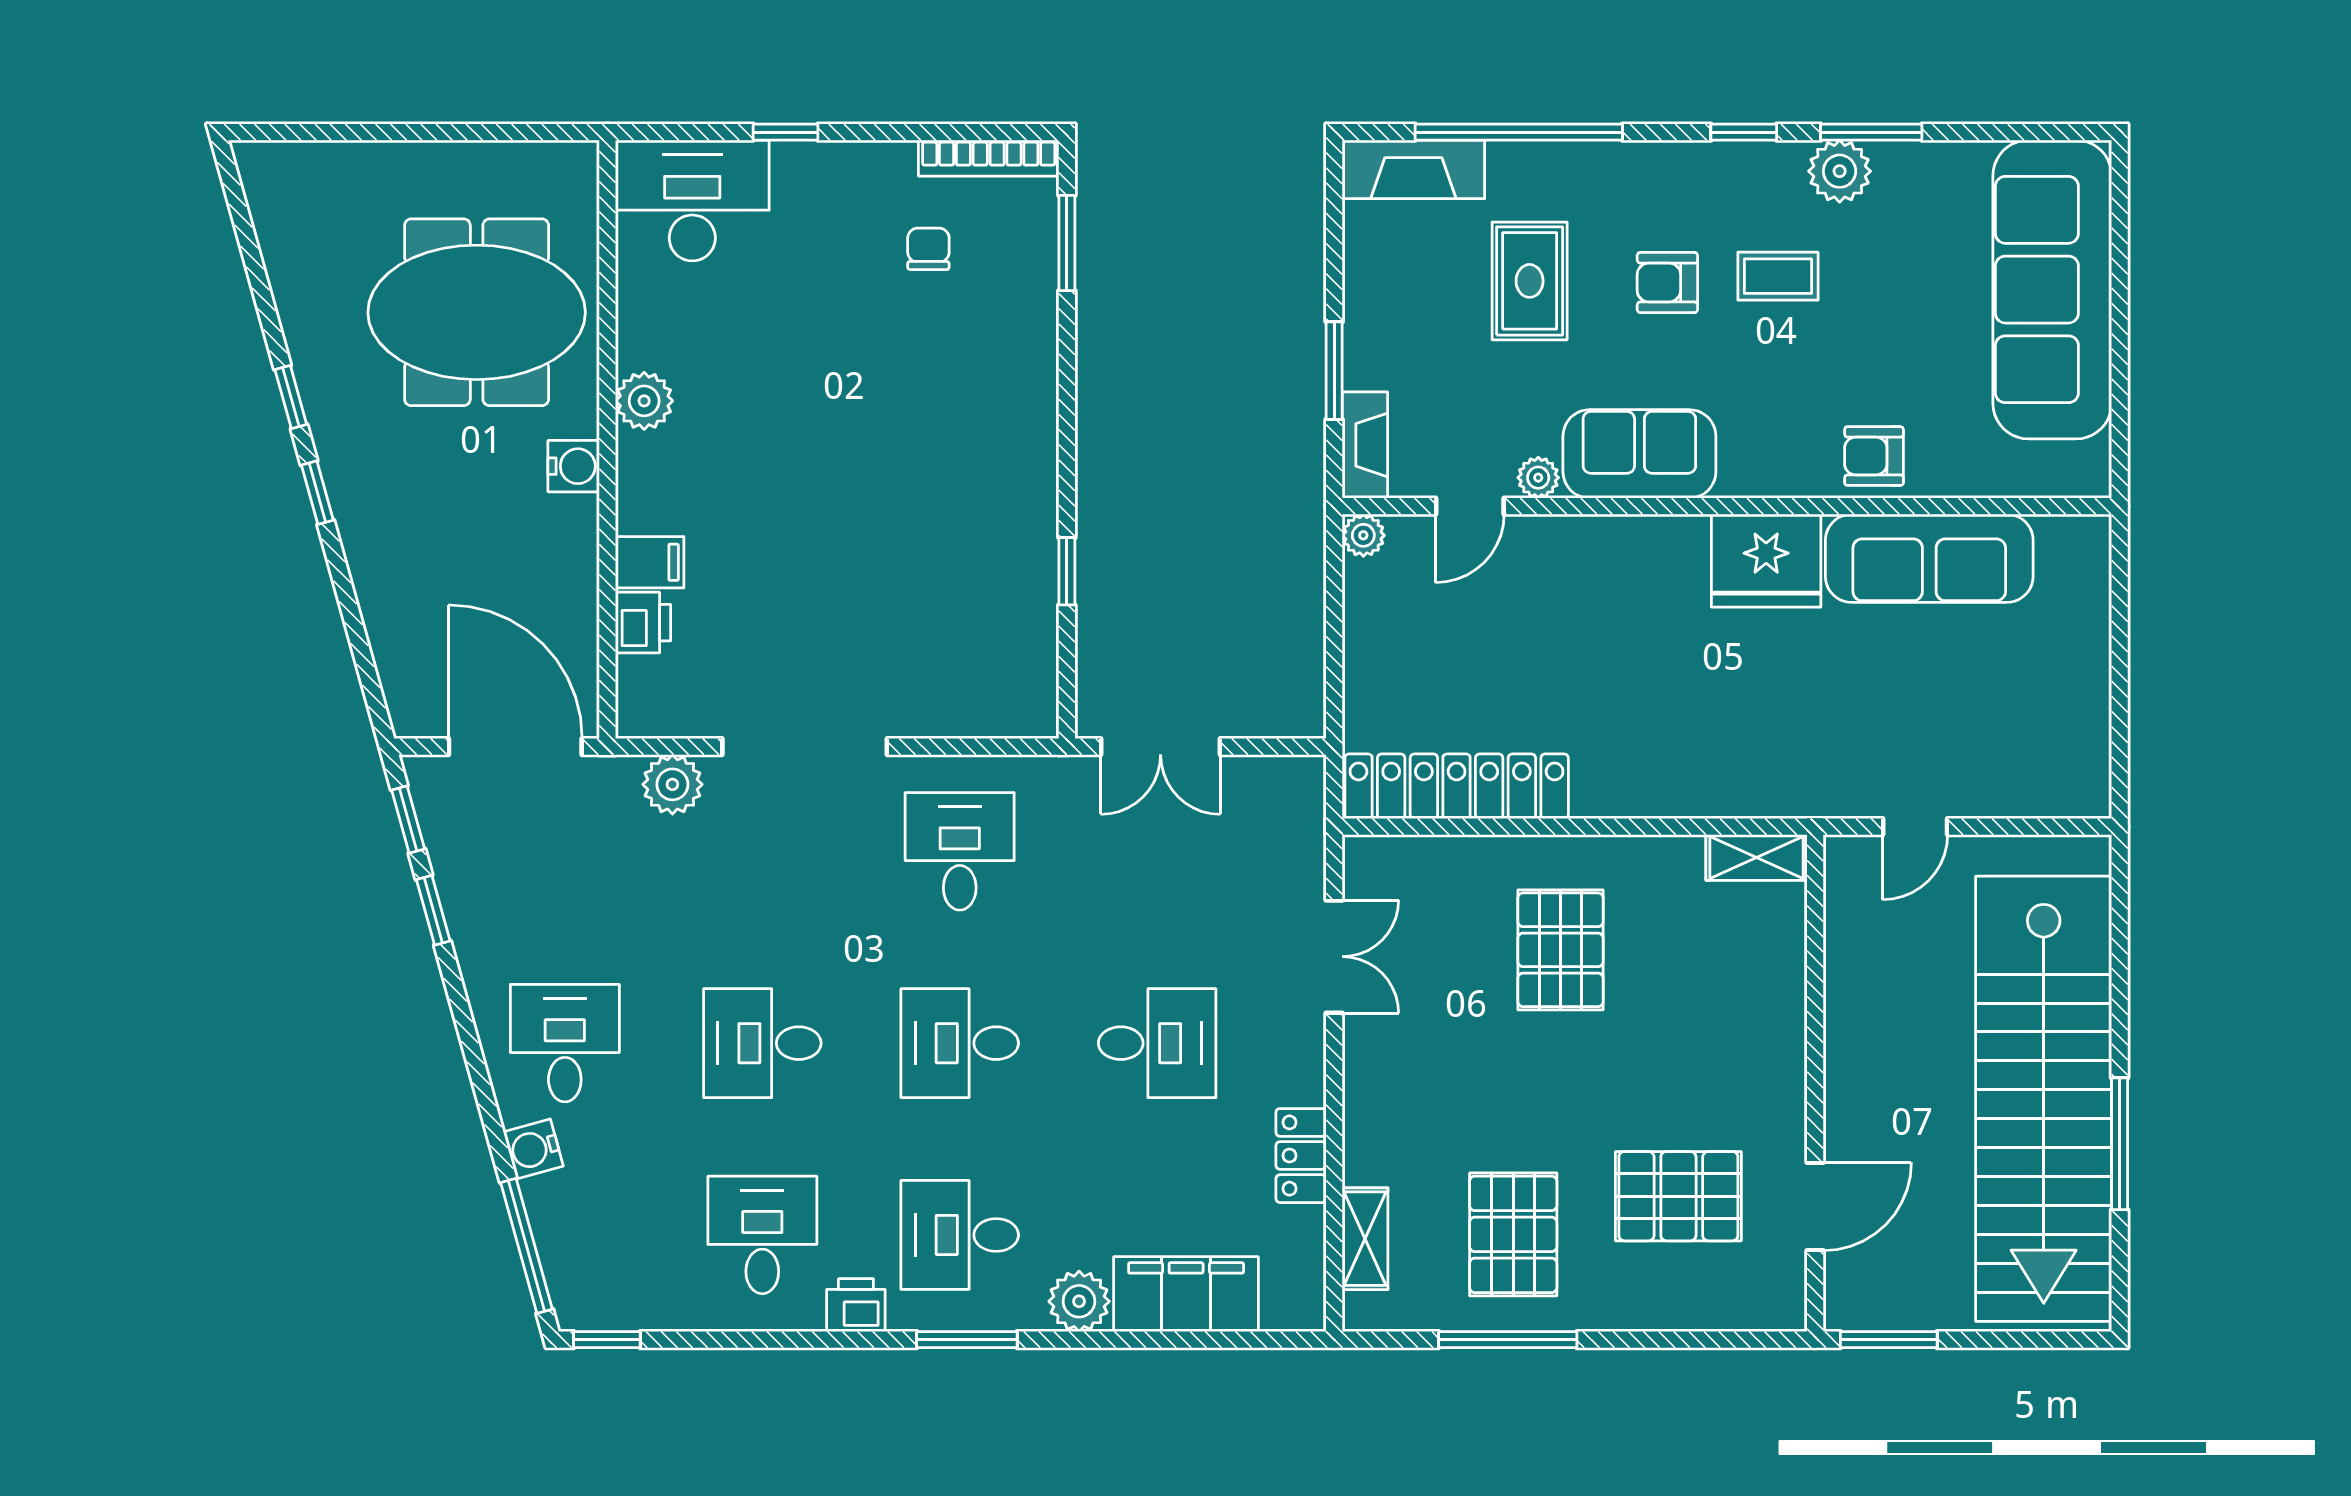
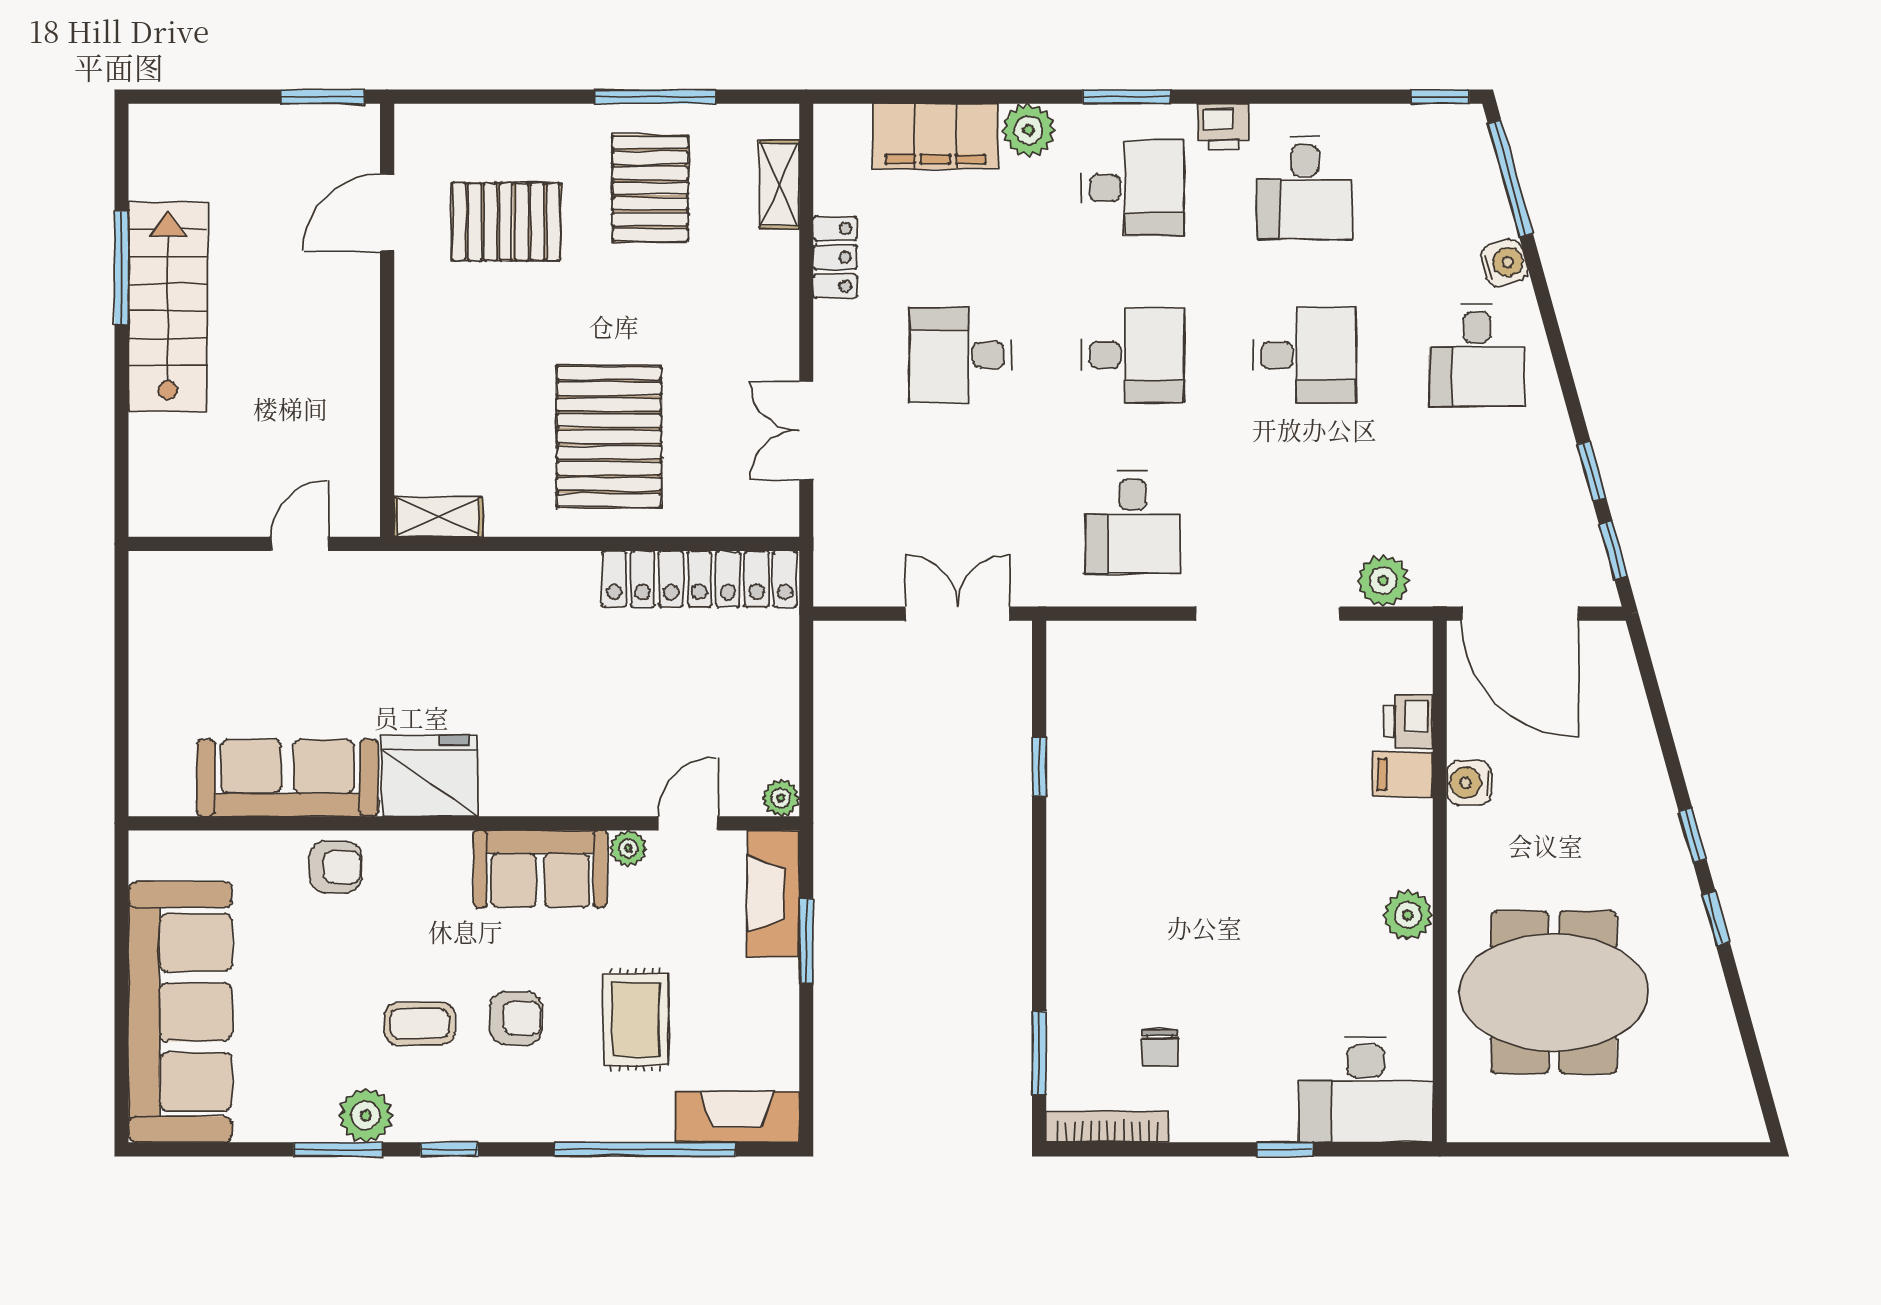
fireplace: (1365, 445) -> (773, 894), width x1.37, depth x1.32
water cooler: (574, 466) -> (1469, 783), moved
pallet: (1561, 950) -> (609, 436), width x1.37, depth x1.41
stairs: (2044, 1099) -> (168, 307), width x0.54, depth x0.66

